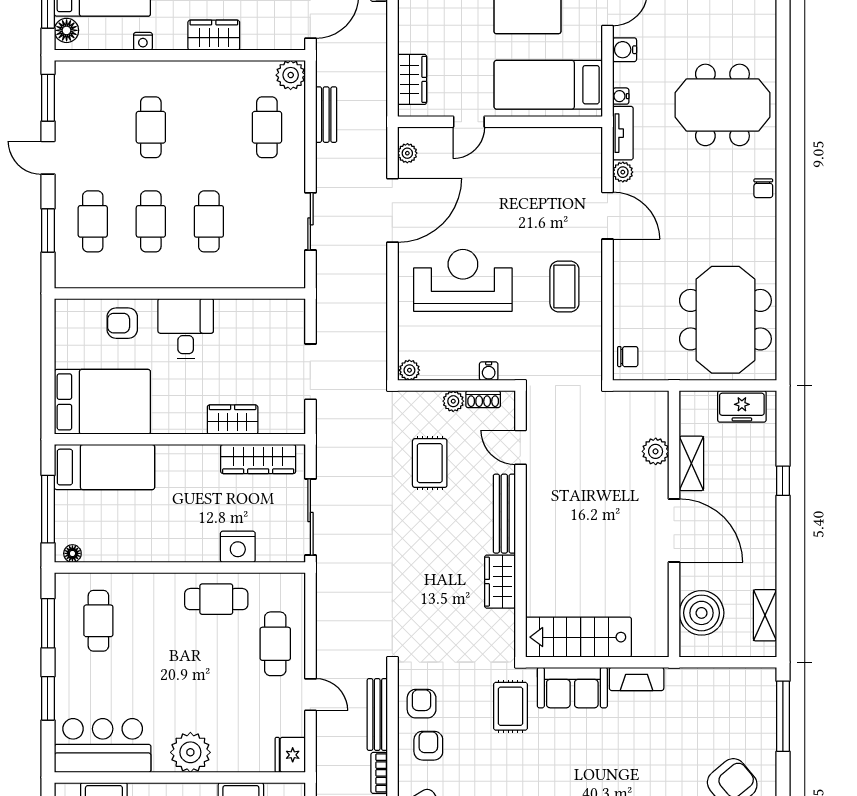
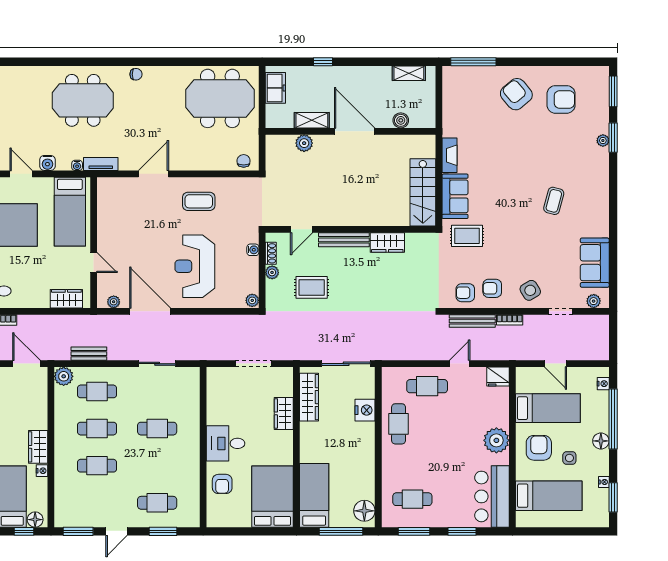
wardrobe: (214, 35) -> (38, 447), moved
meeting table: (722, 105) -> (83, 100), turned 90
plant: (623, 172) -> (126, 164), removed
cafe table: (151, 221) -> (97, 429), moved
door: (674, 531) -> (355, 131), hinge flipped
floor lamp: (72, 553) -> (364, 511), width x1.89, depth x1.89
boiler: (702, 613) -> (401, 120), width x0.54, depth x0.54

